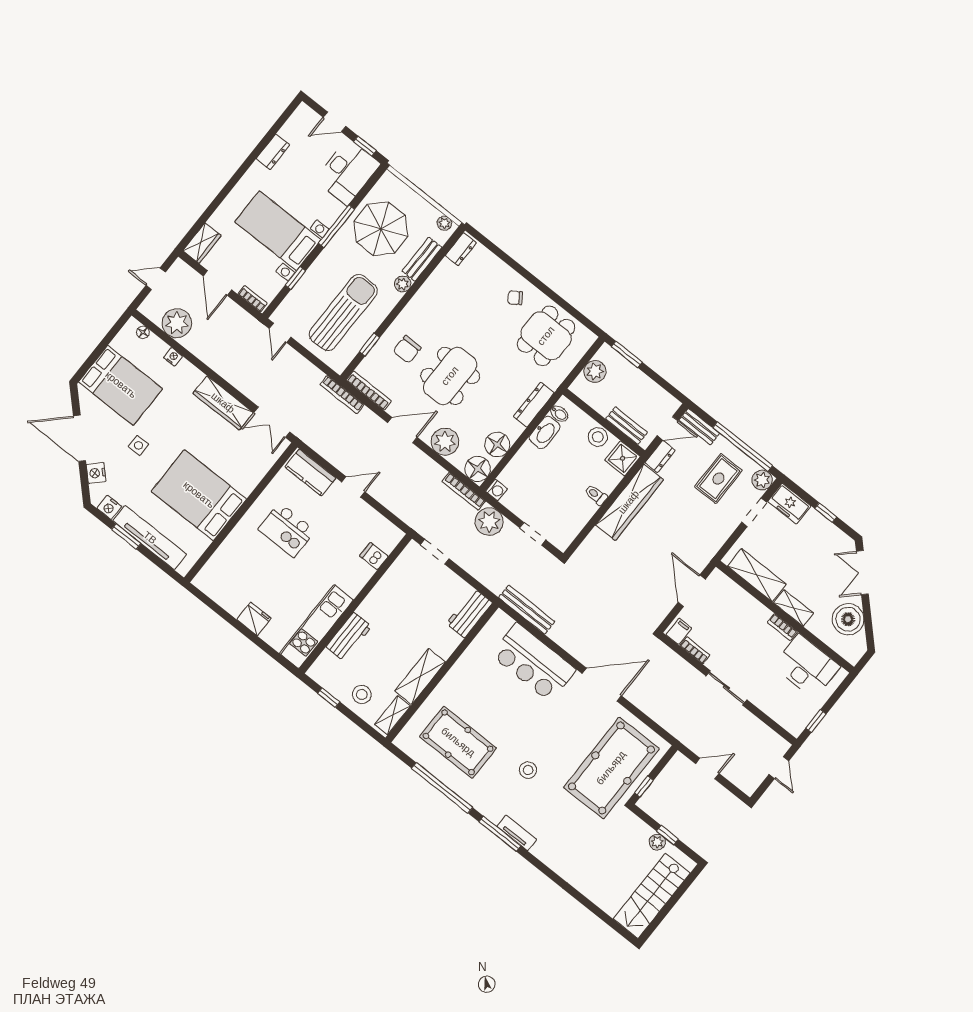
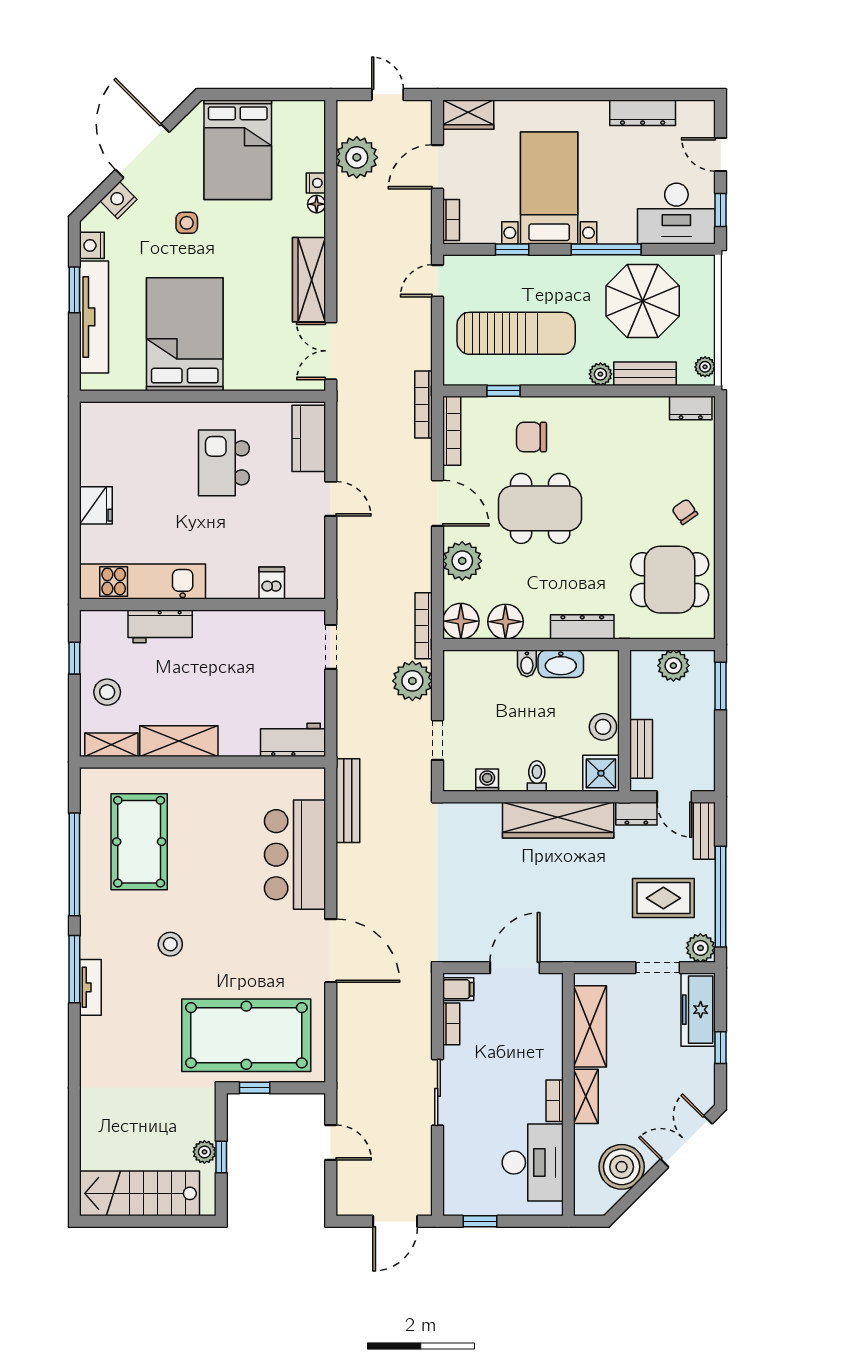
dresser: (273, 152) -> (643, 113), width x1.44
floor lamp: (143, 332) -> (317, 204), moved
bidet: (559, 414) -> (527, 663), moved
washing machine: (496, 490) -> (487, 780), moved, turned 180
freezer: (789, 504) -> (698, 1010), width x1.40
door: (779, 768) -> (395, 1221), width x1.38

